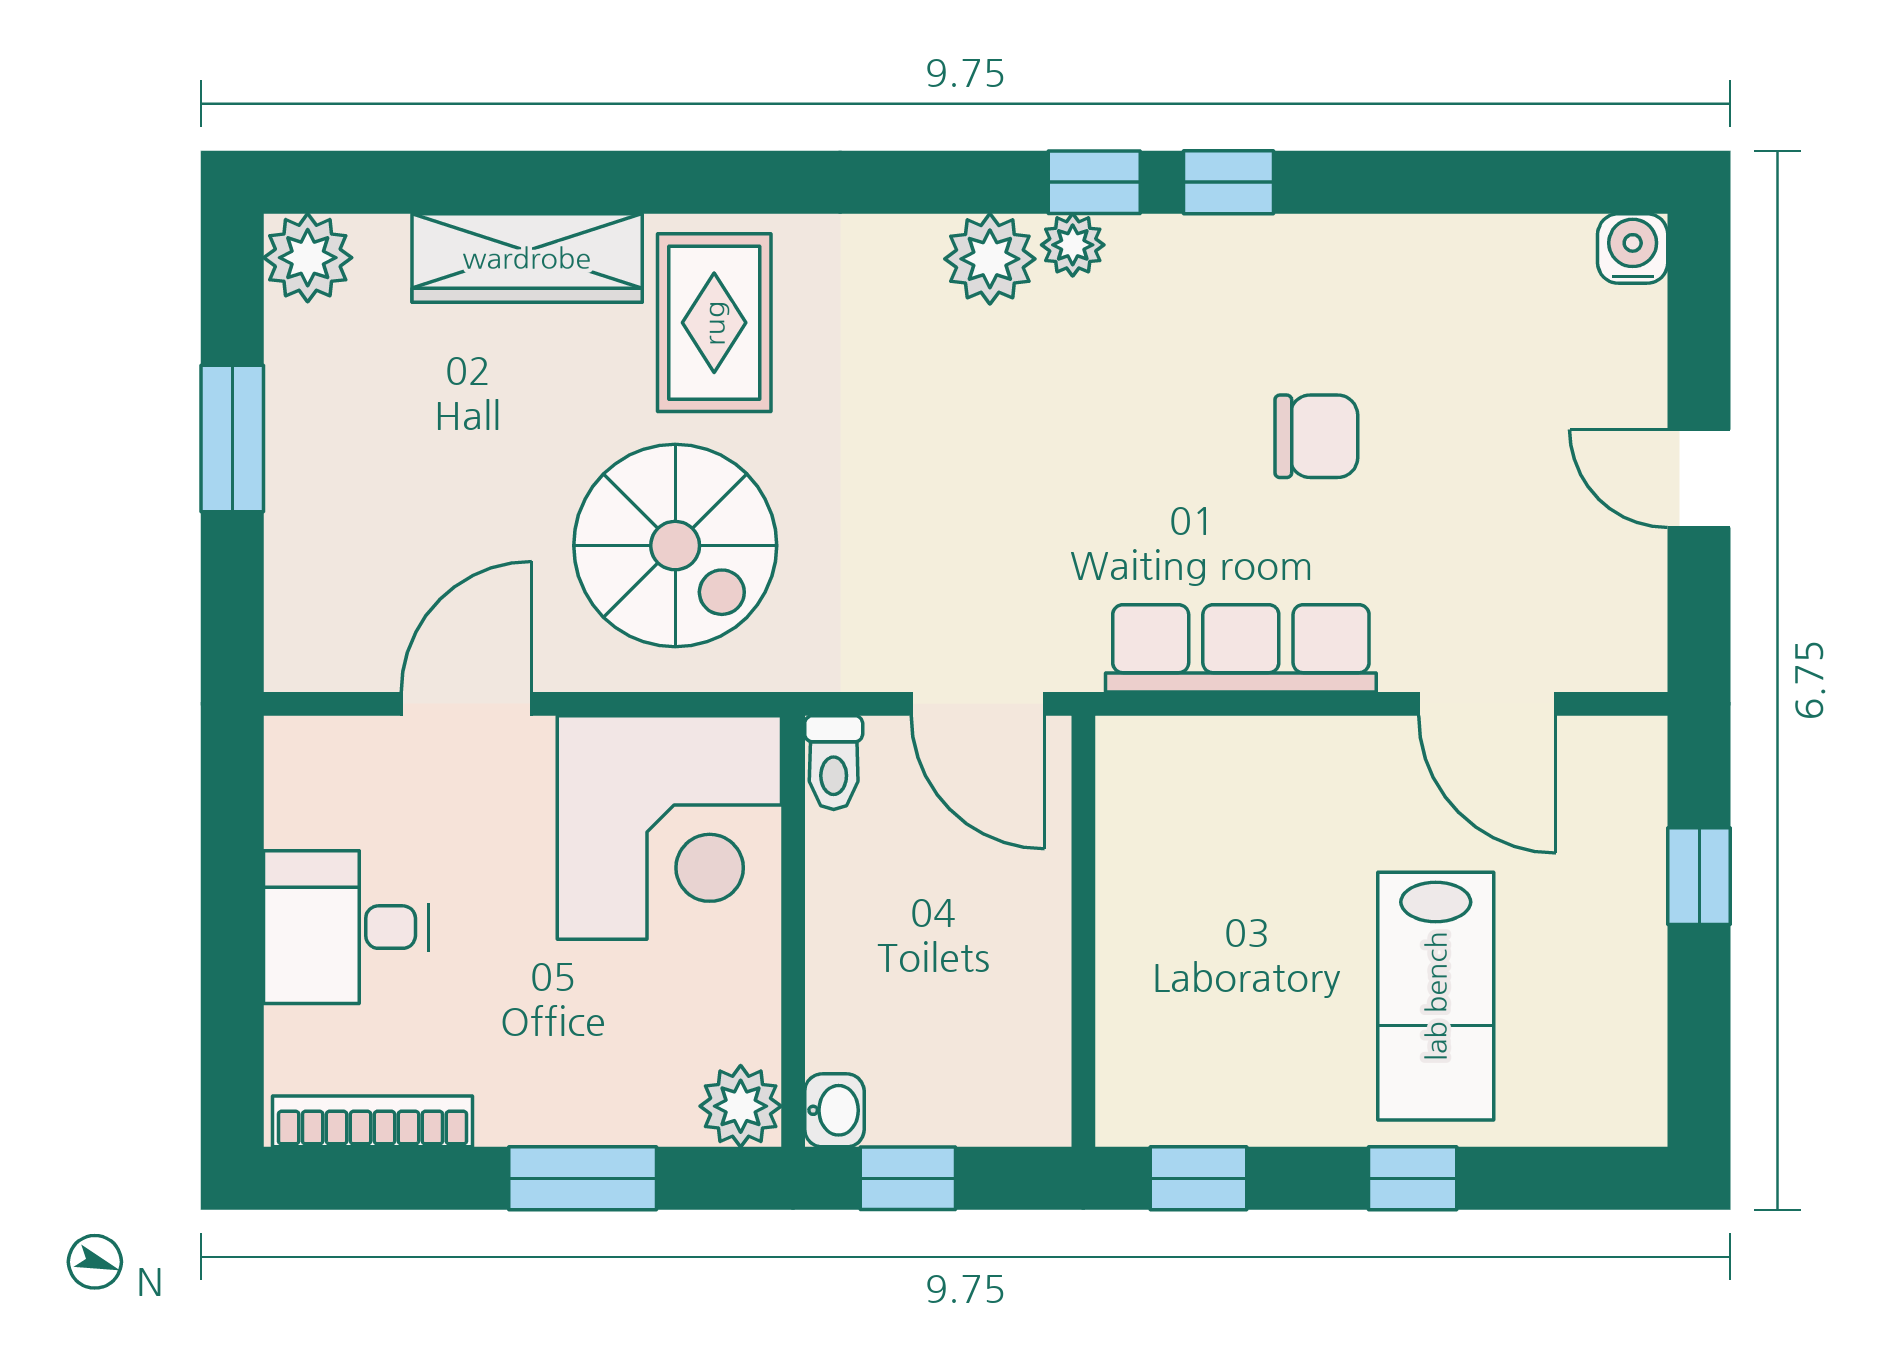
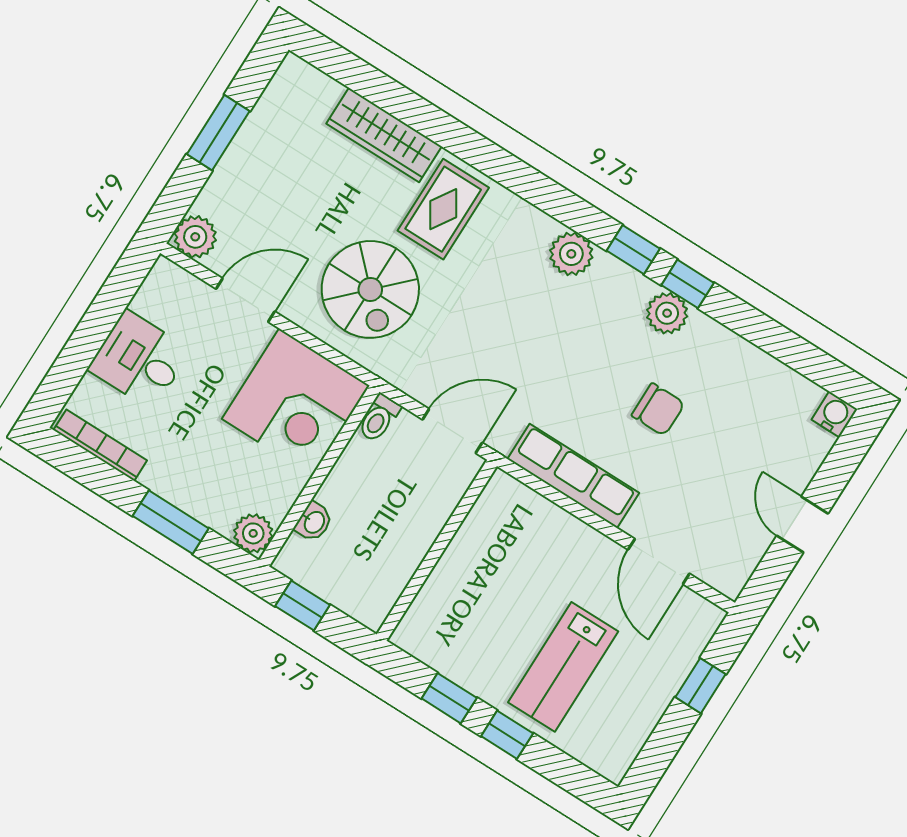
plant: (1073, 245) -> (667, 313), moved, width x1.38, depth x1.38
plant: (308, 258) -> (195, 237), moved
door: (978, 704) -> (452, 431), swing flipped
washbasin: (834, 1110) -> (314, 522), moved
window: (1198, 1178) -> (449, 698), moved

